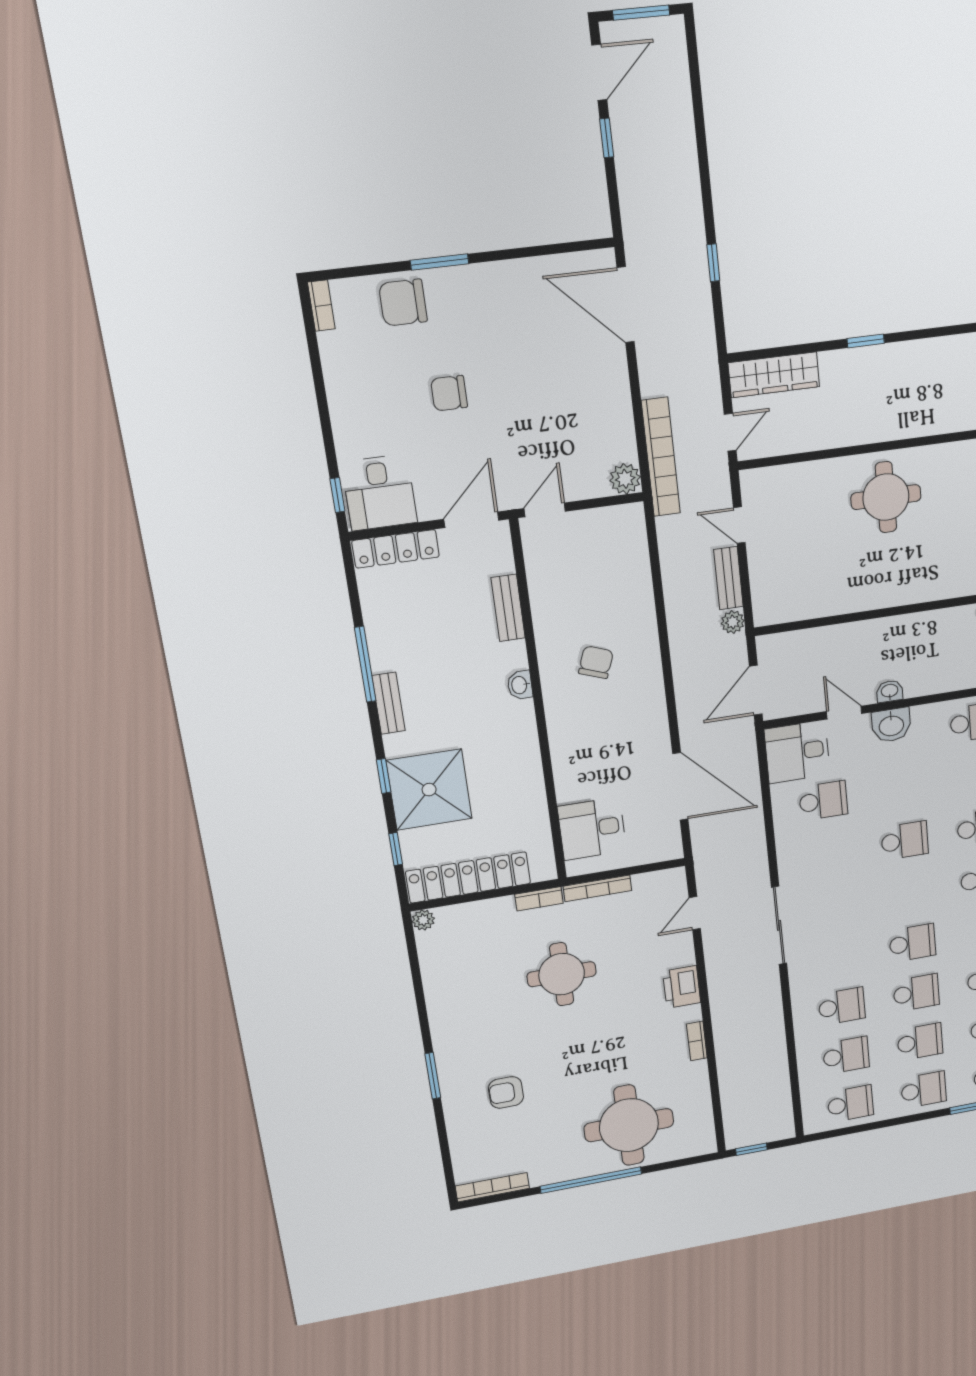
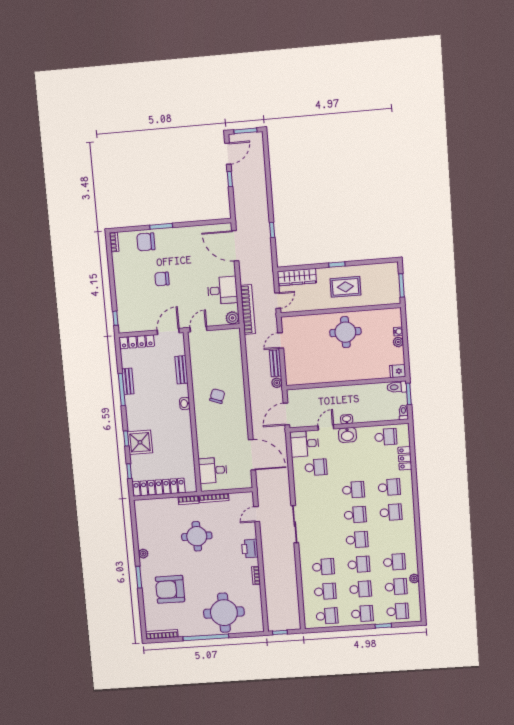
rug: (886, 393) -> (345, 287), added
desk: (380, 493) -> (222, 290), moved, turned -90
door: (739, 525) -> (281, 340), hinge flipped
bench: (389, 703) -> (128, 381), moved
door: (844, 713) -> (326, 427), hinge flipped
shower: (429, 790) -> (140, 442), width x0.73, depth x0.73
school desk: (909, 892) -> (355, 515), added
plant: (423, 920) -> (143, 554), moved
armchair: (506, 1092) -> (170, 589), width x1.88, depth x1.88

